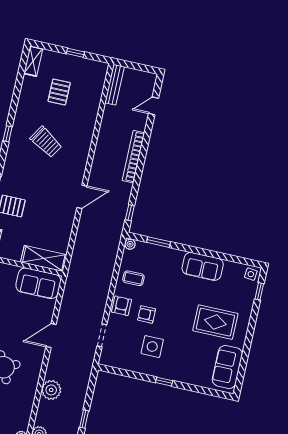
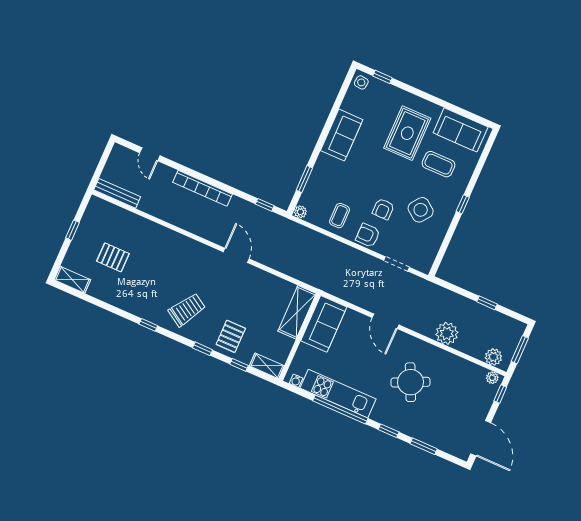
trolley: (46, 142) -> (187, 310), moved
side table: (152, 347) -> (421, 210), turned 37
coffee table: (194, 354) -> (439, 164), added

